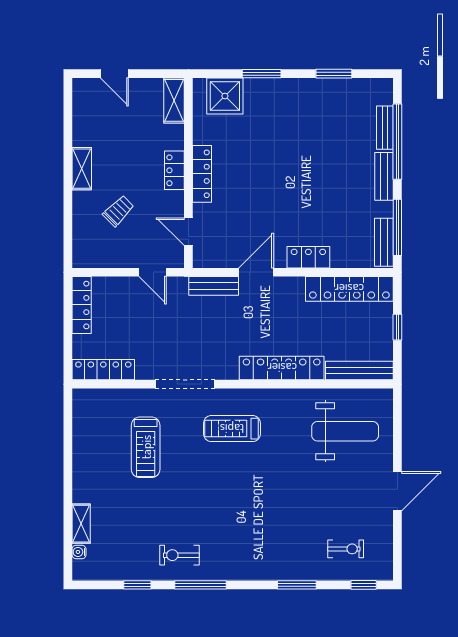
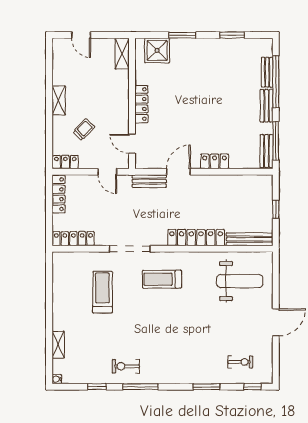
locker: (174, 170) -> (65, 162), moved, turned 90
locker: (349, 289) -> (243, 183), removed
treadmill: (146, 447) -> (103, 292), turned 180
water cooler: (79, 552) -> (57, 379), moved

